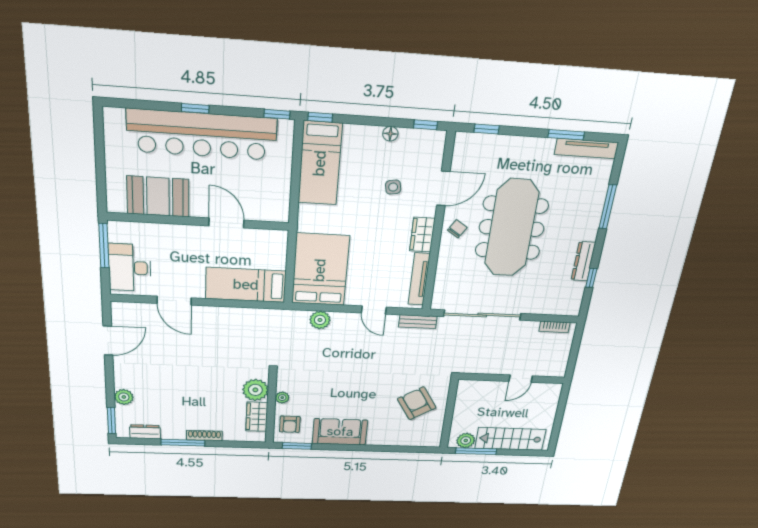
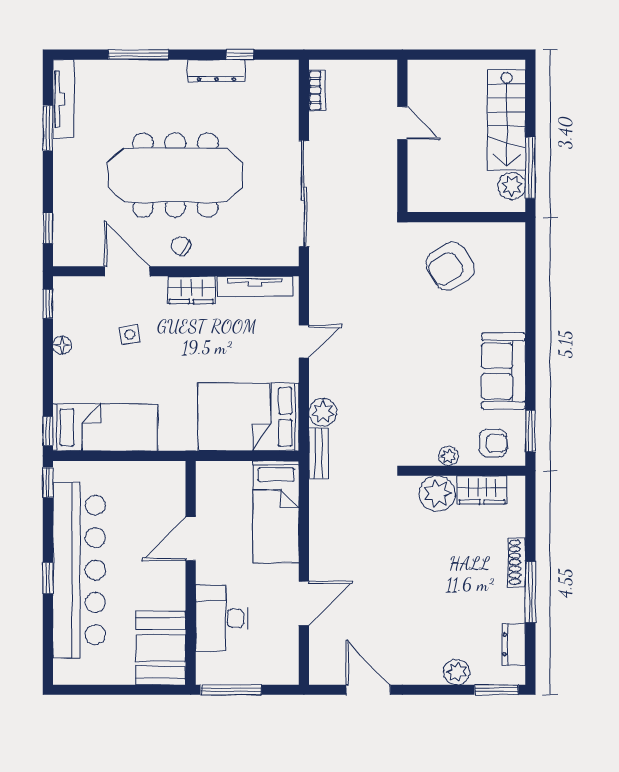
booth: (158, 197) -> (161, 648), moved
desk: (130, 268) -> (221, 618), moved, turned 90
bench: (418, 322) -> (319, 453), moved

